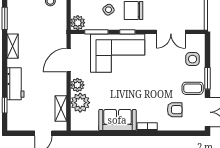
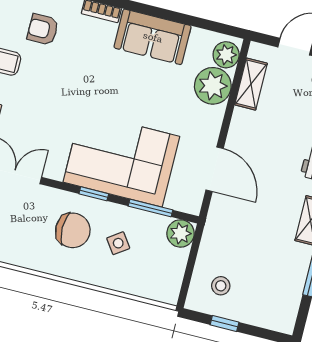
door: (69, 60) -> (215, 169), hinge flipped
plant: (77, 85) -> (226, 55), moved

